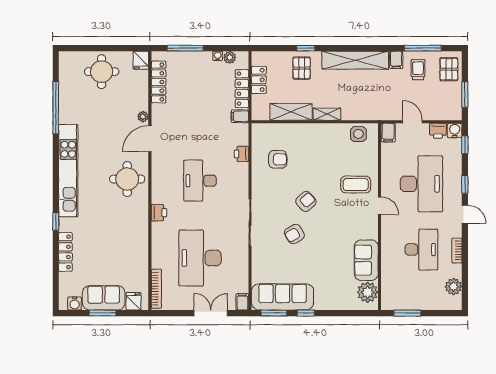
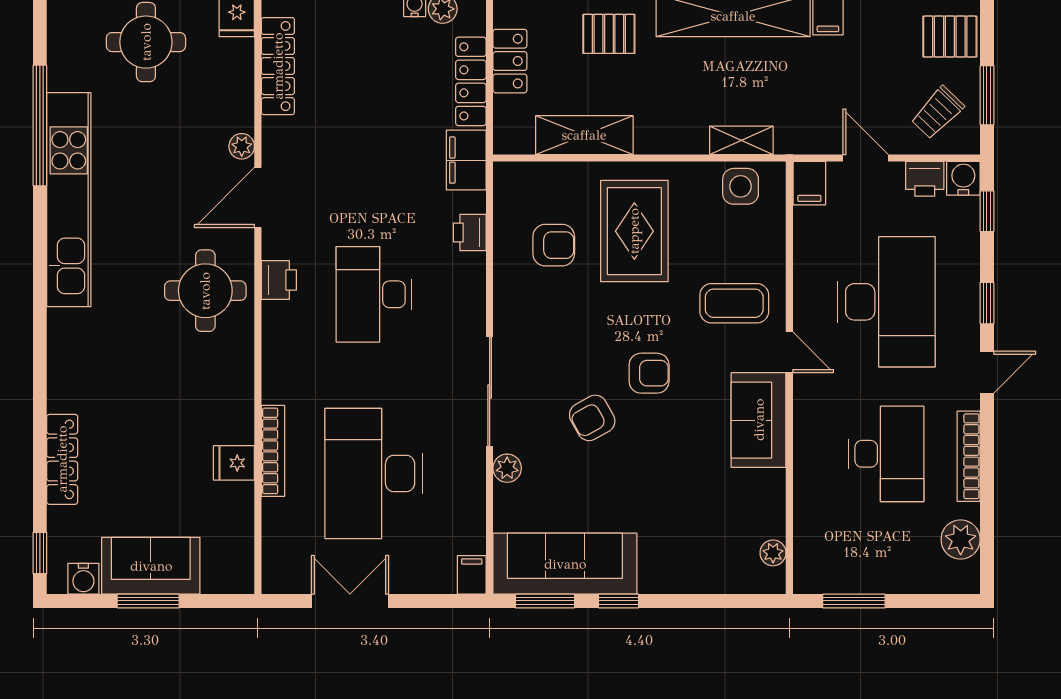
pallet: (302, 68) -> (609, 34), turned 90
pallet: (449, 69) -> (950, 37), turned 90
trolley: (418, 70) -> (937, 113), moved, turned -136
shelving: (327, 114) -> (741, 140), moved
filing cabinet: (240, 116) -> (466, 160), width x2.00
rug: (313, 153) -> (634, 231), added
kitchen unit: (68, 171) -> (69, 200), moved
armchair: (306, 201) -> (649, 373), moved, turned 42
printer: (159, 213) -> (279, 280), moved
door: (465, 214) -> (987, 372), hinge flipped
window: (56, 221) -> (40, 553), moved
bookcase: (457, 251) -> (969, 456), width x1.56
plant: (258, 256) -> (507, 468), added
sofa: (366, 260) -> (759, 420), moved
bookcase: (156, 289) -> (273, 451), moved
plant: (368, 292) -> (773, 553), width x0.53, depth x0.53
fridge: (133, 301) -> (234, 463), moved, turned -90
double door: (211, 313) -> (350, 601), moved

